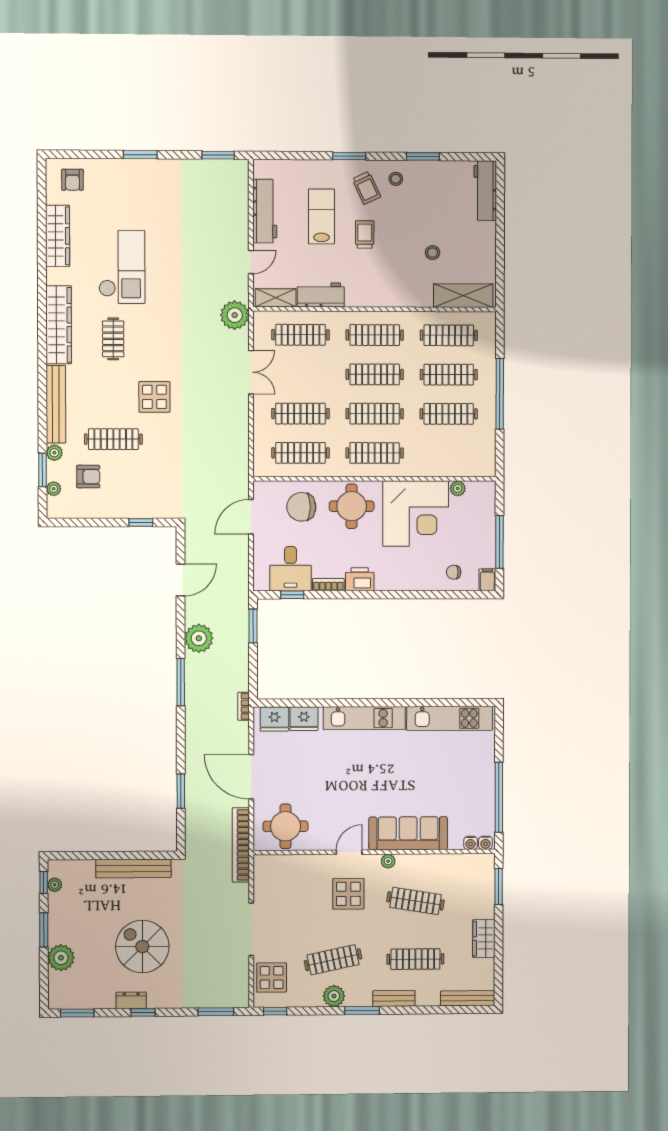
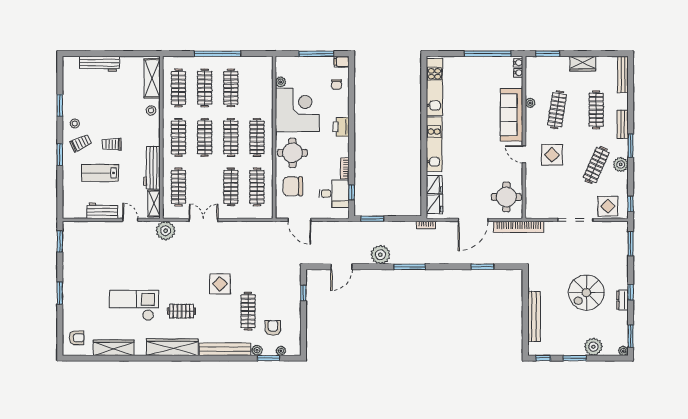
workbench: (485, 191) -> (99, 64), moved
workbench: (265, 211) -> (102, 211), width x0.73
stool: (433, 253) -> (151, 110), moved
workbench: (321, 295) -> (152, 168), width x1.38
chair: (301, 507) -> (293, 186), turned 90
printer: (360, 579) -> (341, 127), moved
door: (181, 580) -> (341, 267), swing flipped
plant: (388, 861) -> (530, 103), moved
bench: (133, 869) -> (534, 317), moved
plant: (55, 885) -> (623, 351), moved
clothes rail: (333, 960) -> (596, 165), turned 36

